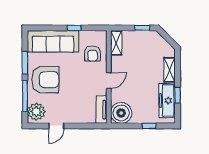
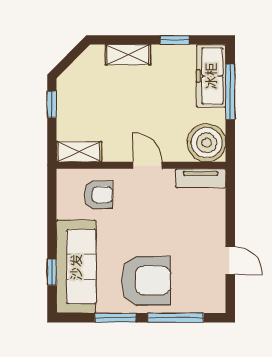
window: (74, 28) -> (52, 272), moved
armchair: (45, 80) -> (146, 281), turned 90
freezer: (167, 100) -> (211, 76), moved, turned 90
plant: (36, 112) -> (204, 297), removed
window: (149, 126) -> (230, 92), width x2.17

